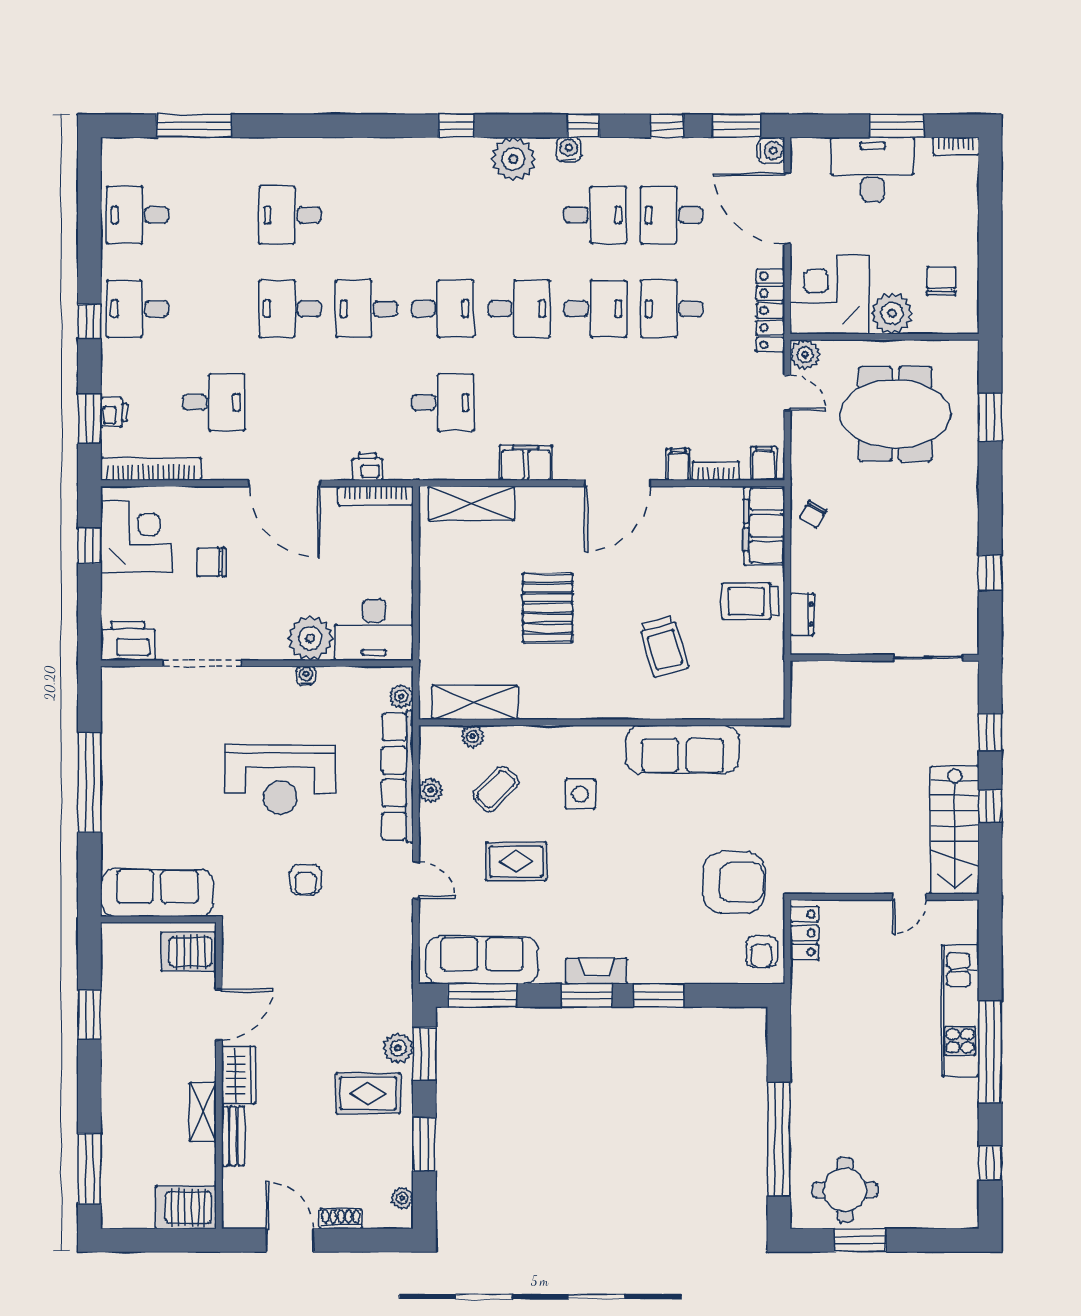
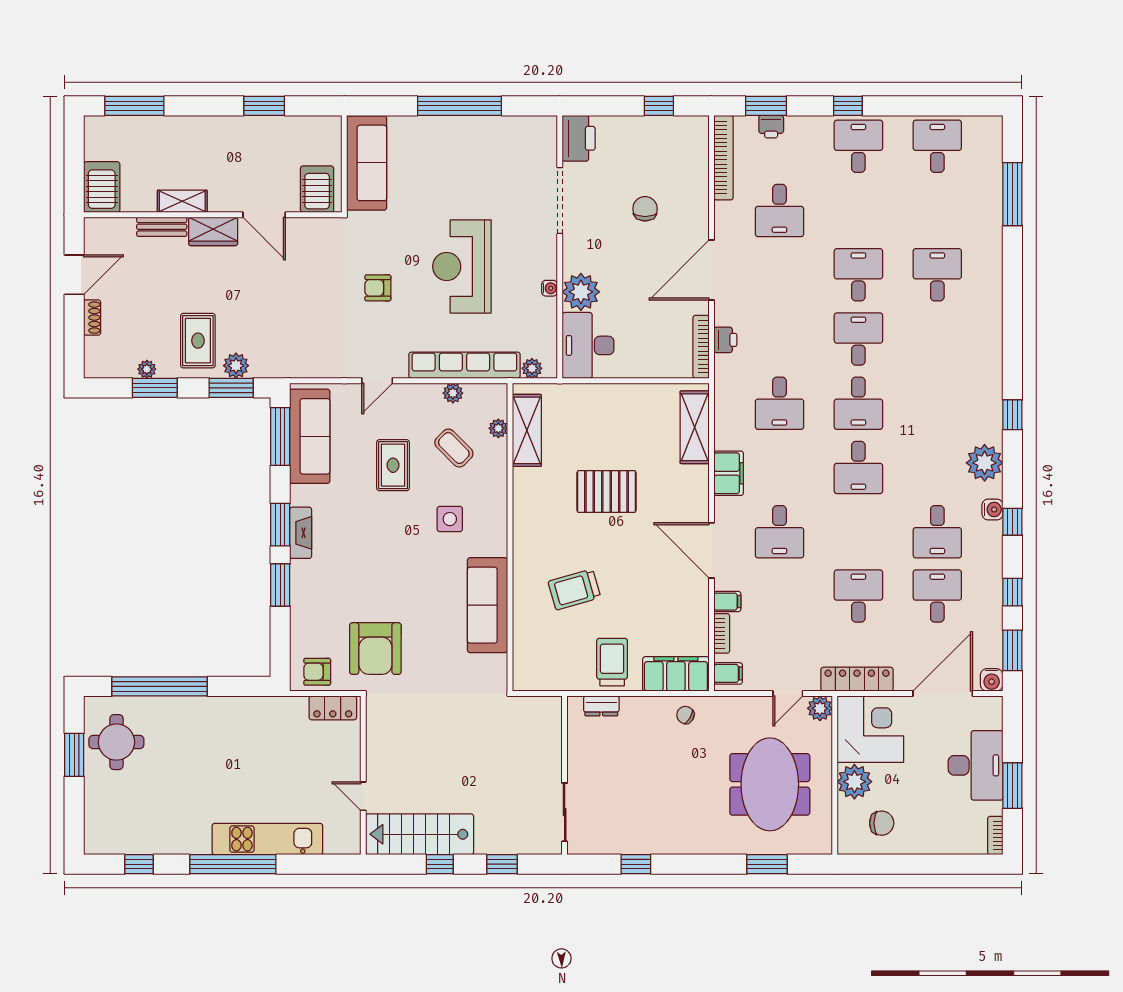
desk: (595, 309) -> (779, 532), moved
corner desk: (137, 537) -> (667, 146), removed
plant: (402, 1198) -> (147, 369), moved

